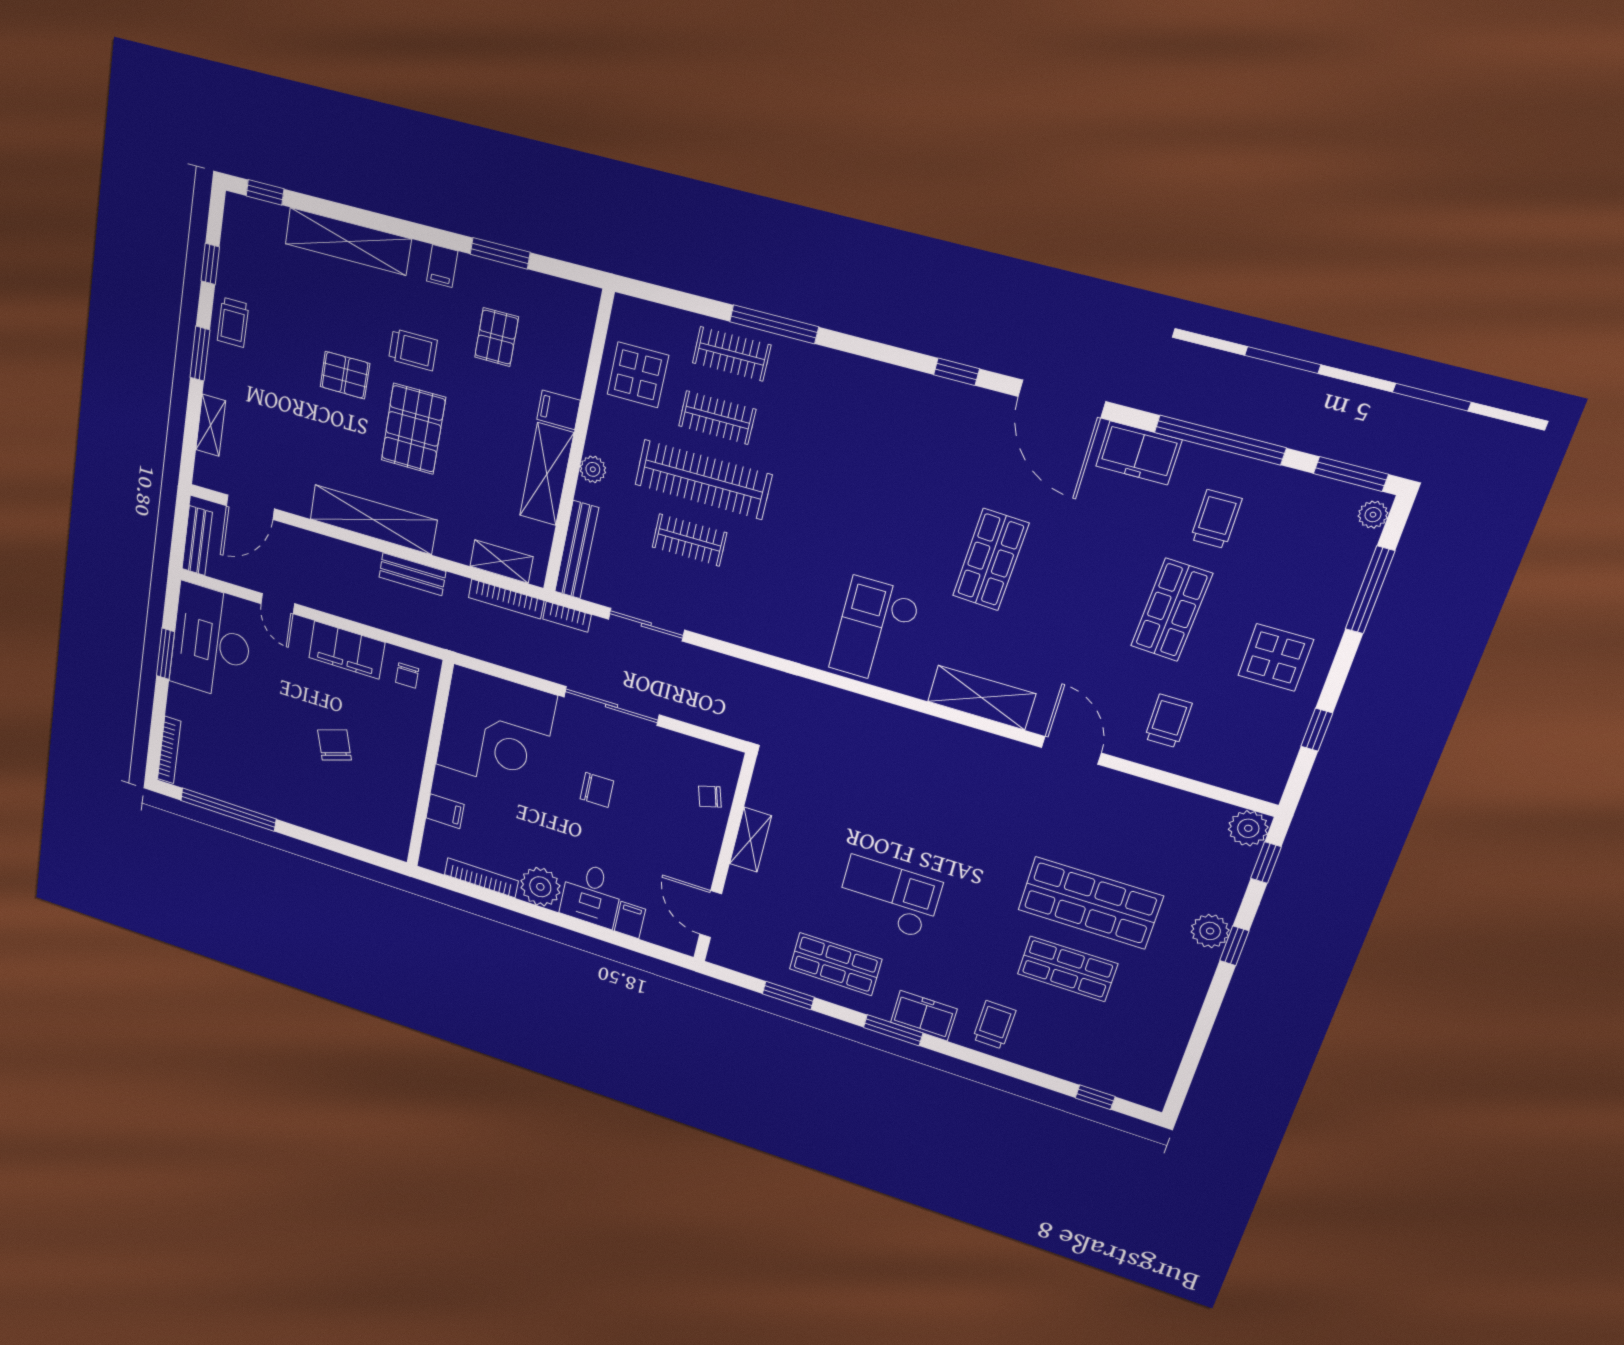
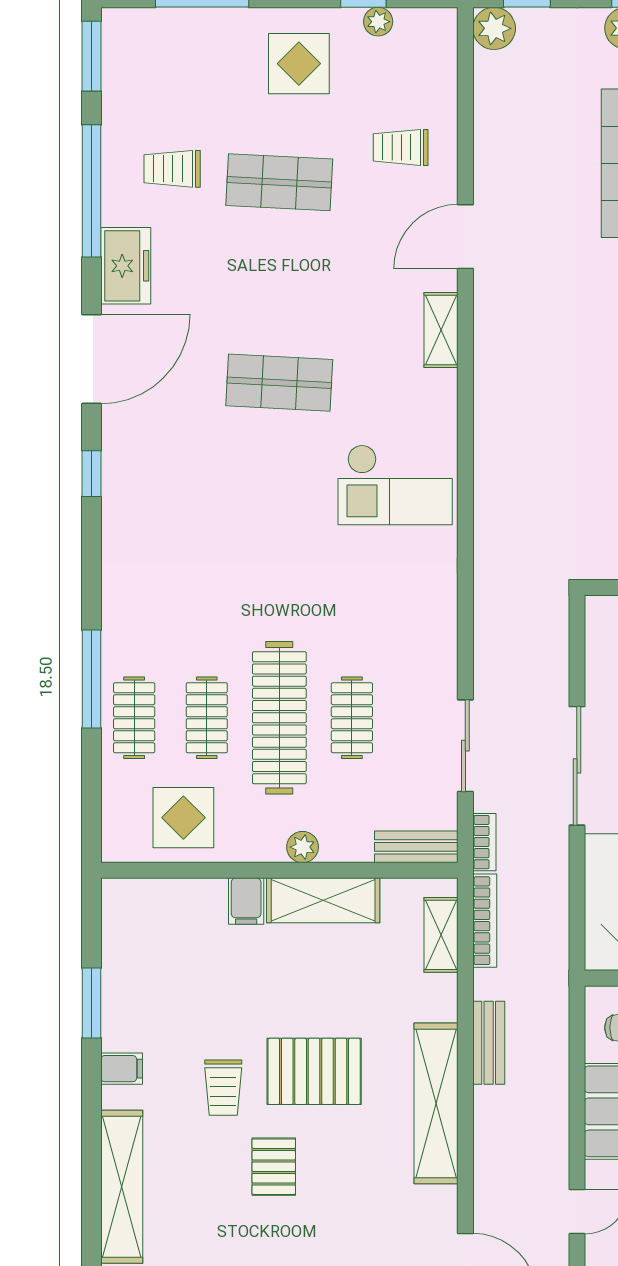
pallet: (497, 337) -> (184, 990), removed
trolley: (413, 350) -> (223, 1088), turned 180
plant: (1373, 515) -> (378, 22), moved
bench: (577, 550) -> (416, 847), width x0.73
shelving: (982, 698) -> (441, 330), width x0.67, depth x0.75

